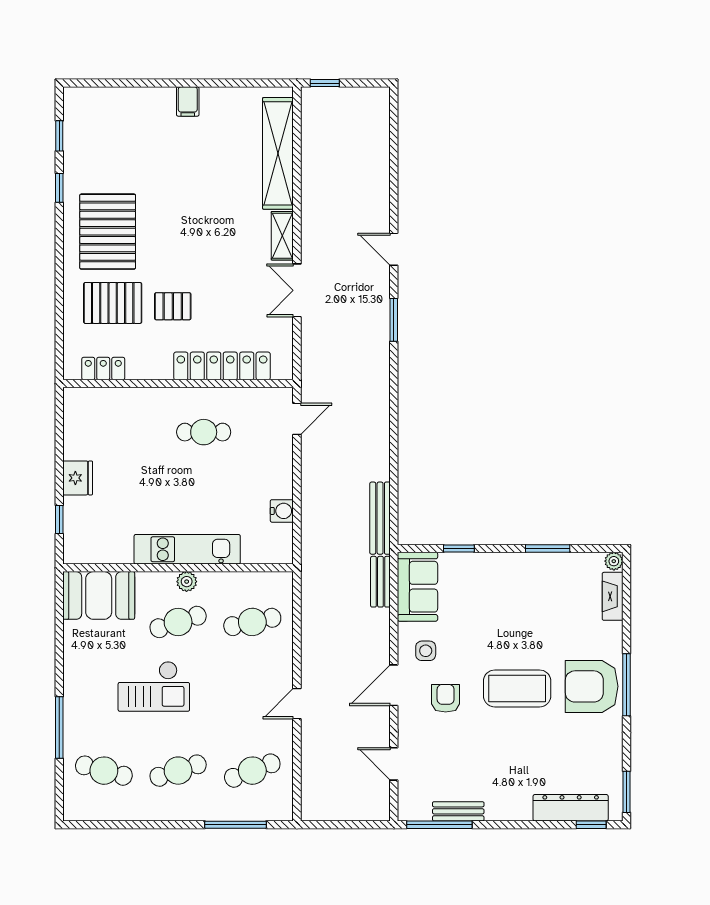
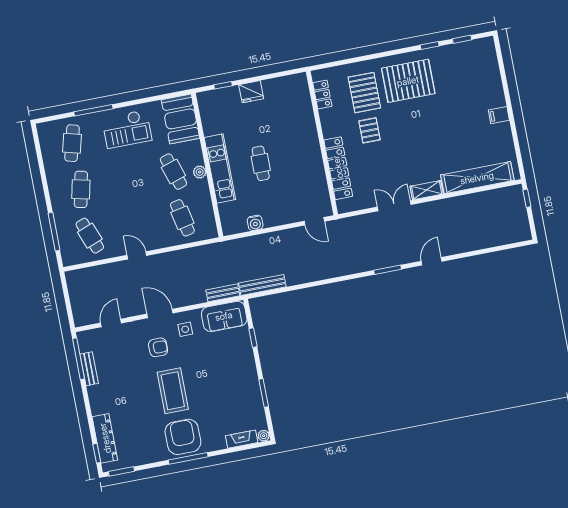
cafe table: (204, 432) -> (261, 163), moved
checkout: (154, 686) -> (127, 129), moved, turned -90
cafe table: (178, 771) -> (81, 189), turned 30

